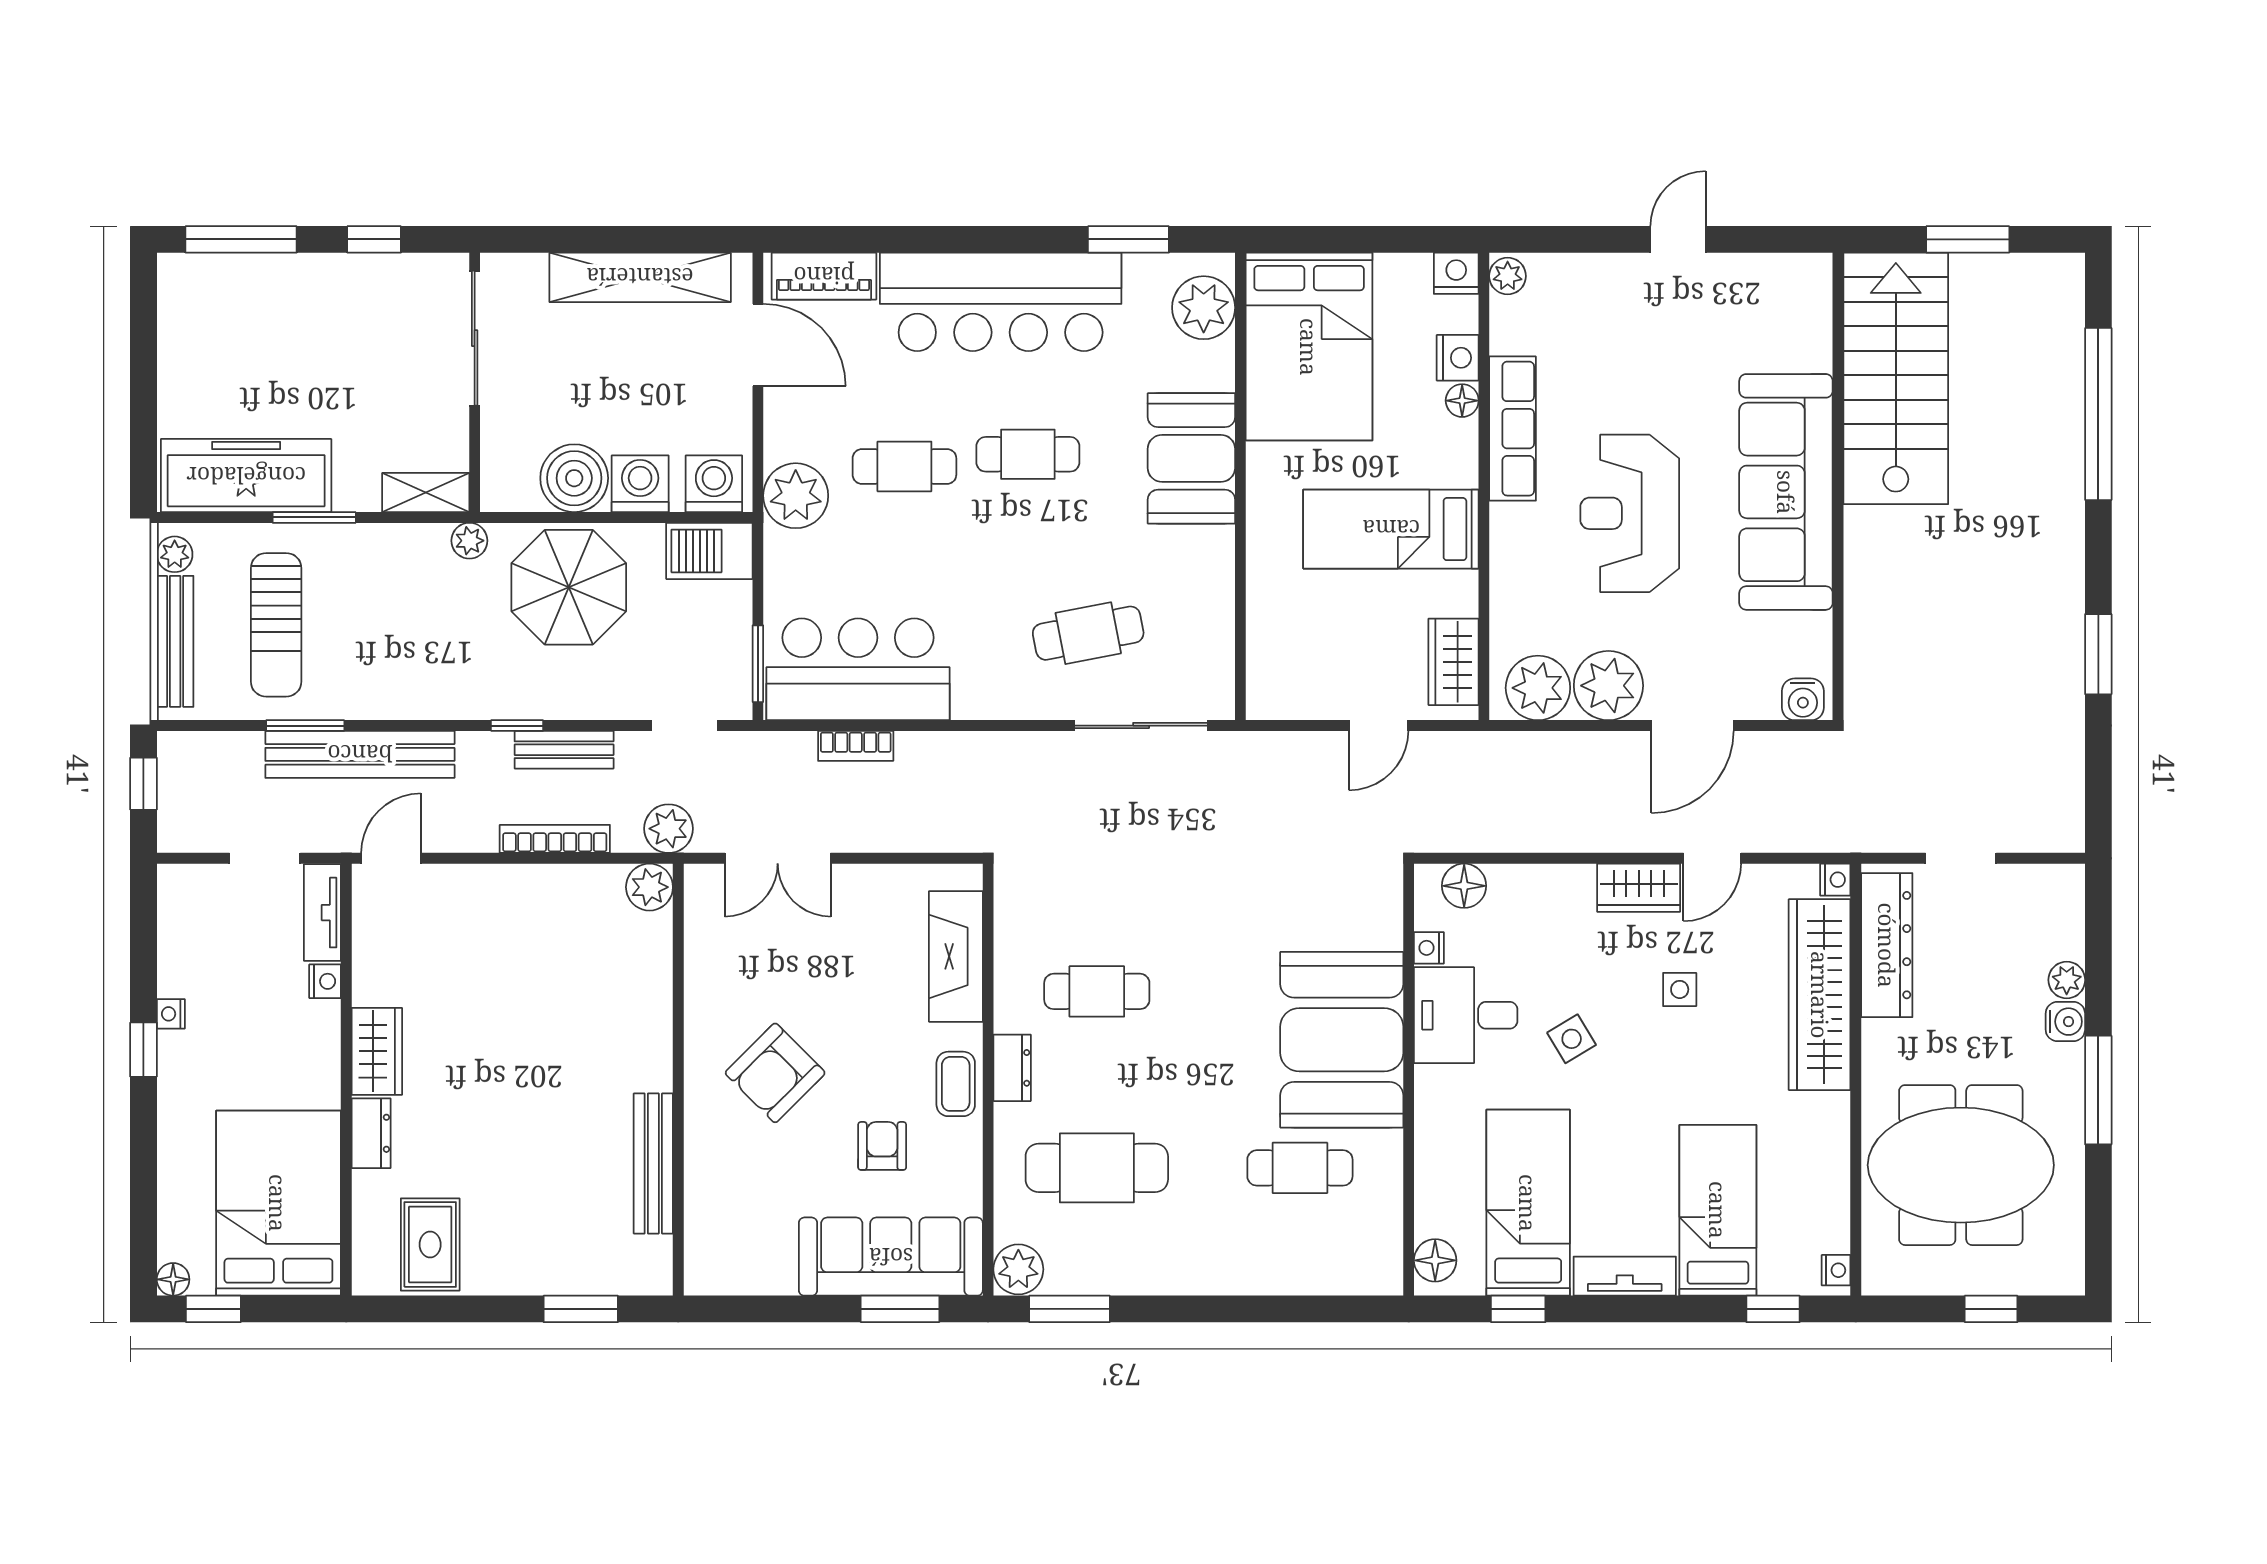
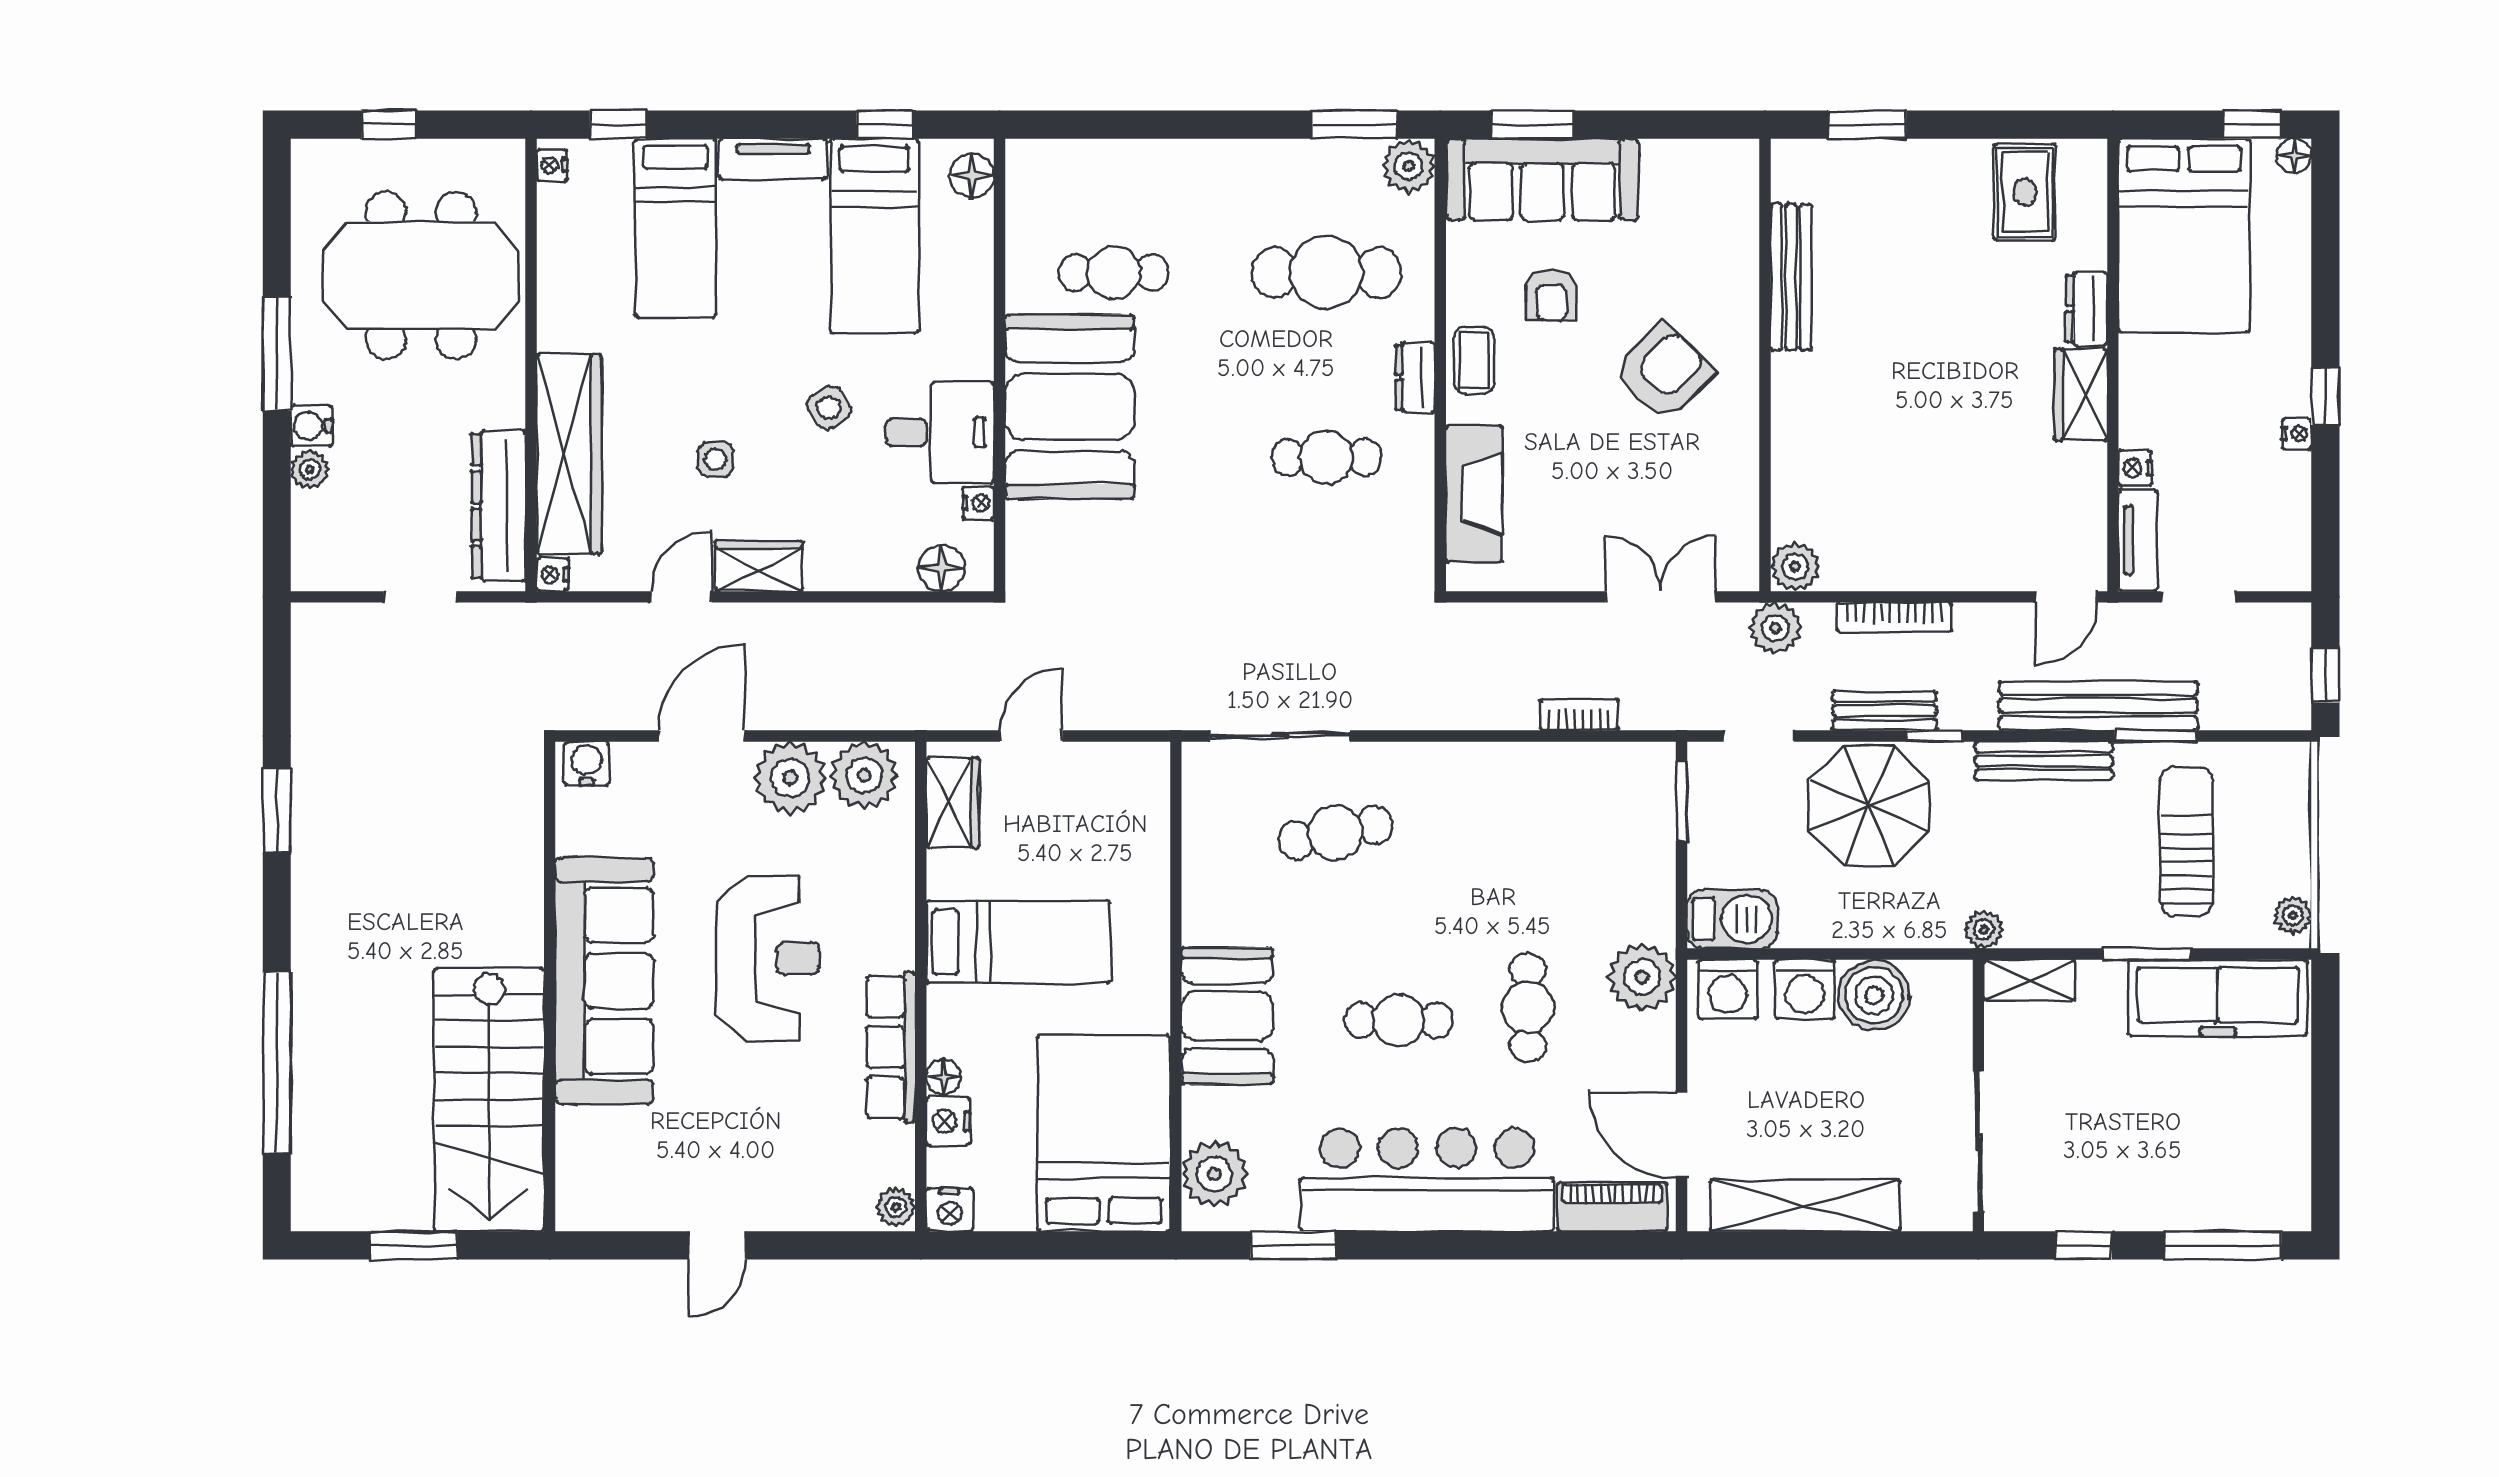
cafe table: (904, 466) -> (1528, 1007), turned 90
parasol: (569, 587) -> (1869, 806), moved
bench: (175, 641) -> (2044, 761), moved, turned 90
bar counter: (858, 669) -> (1577, 795), removed

